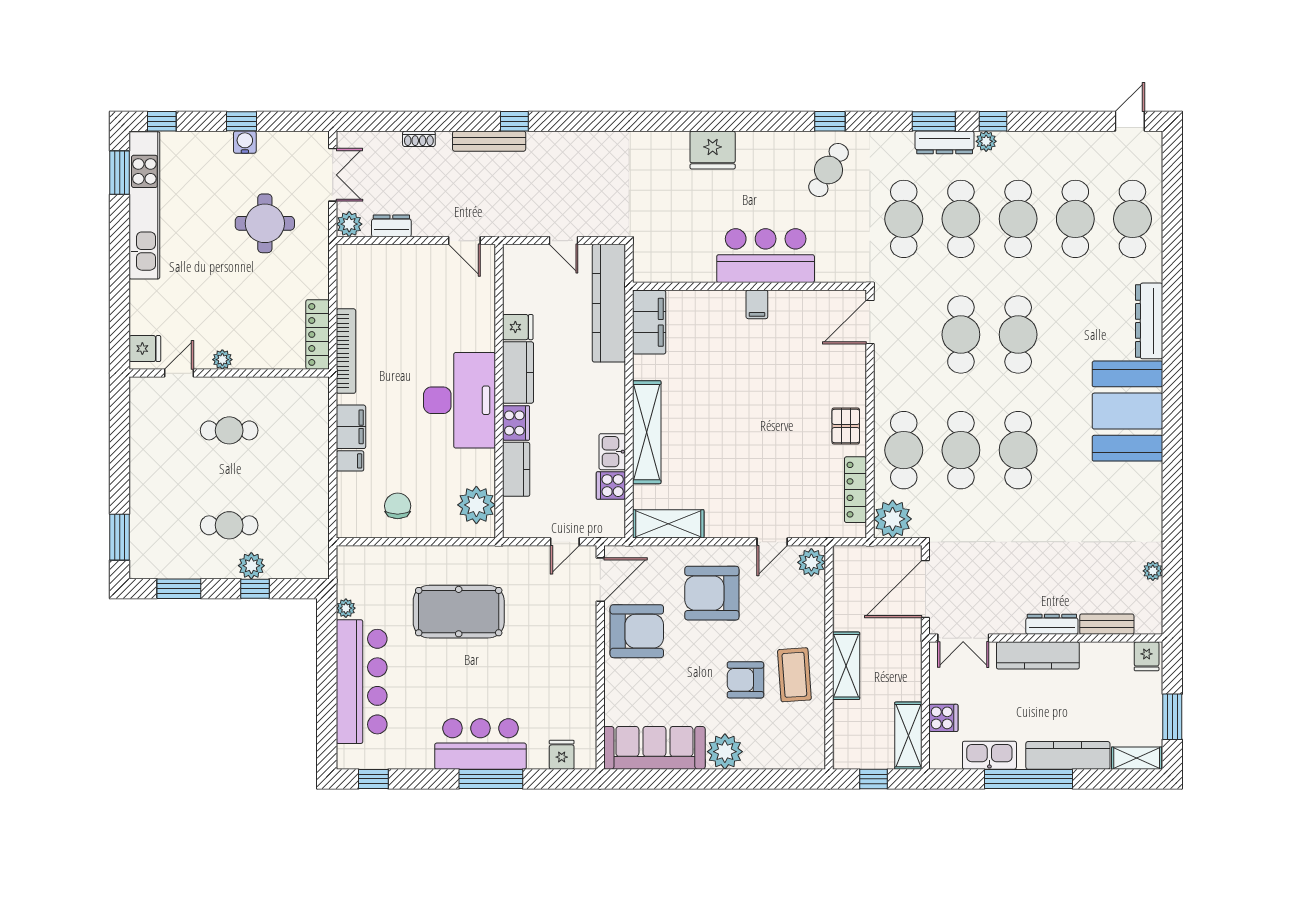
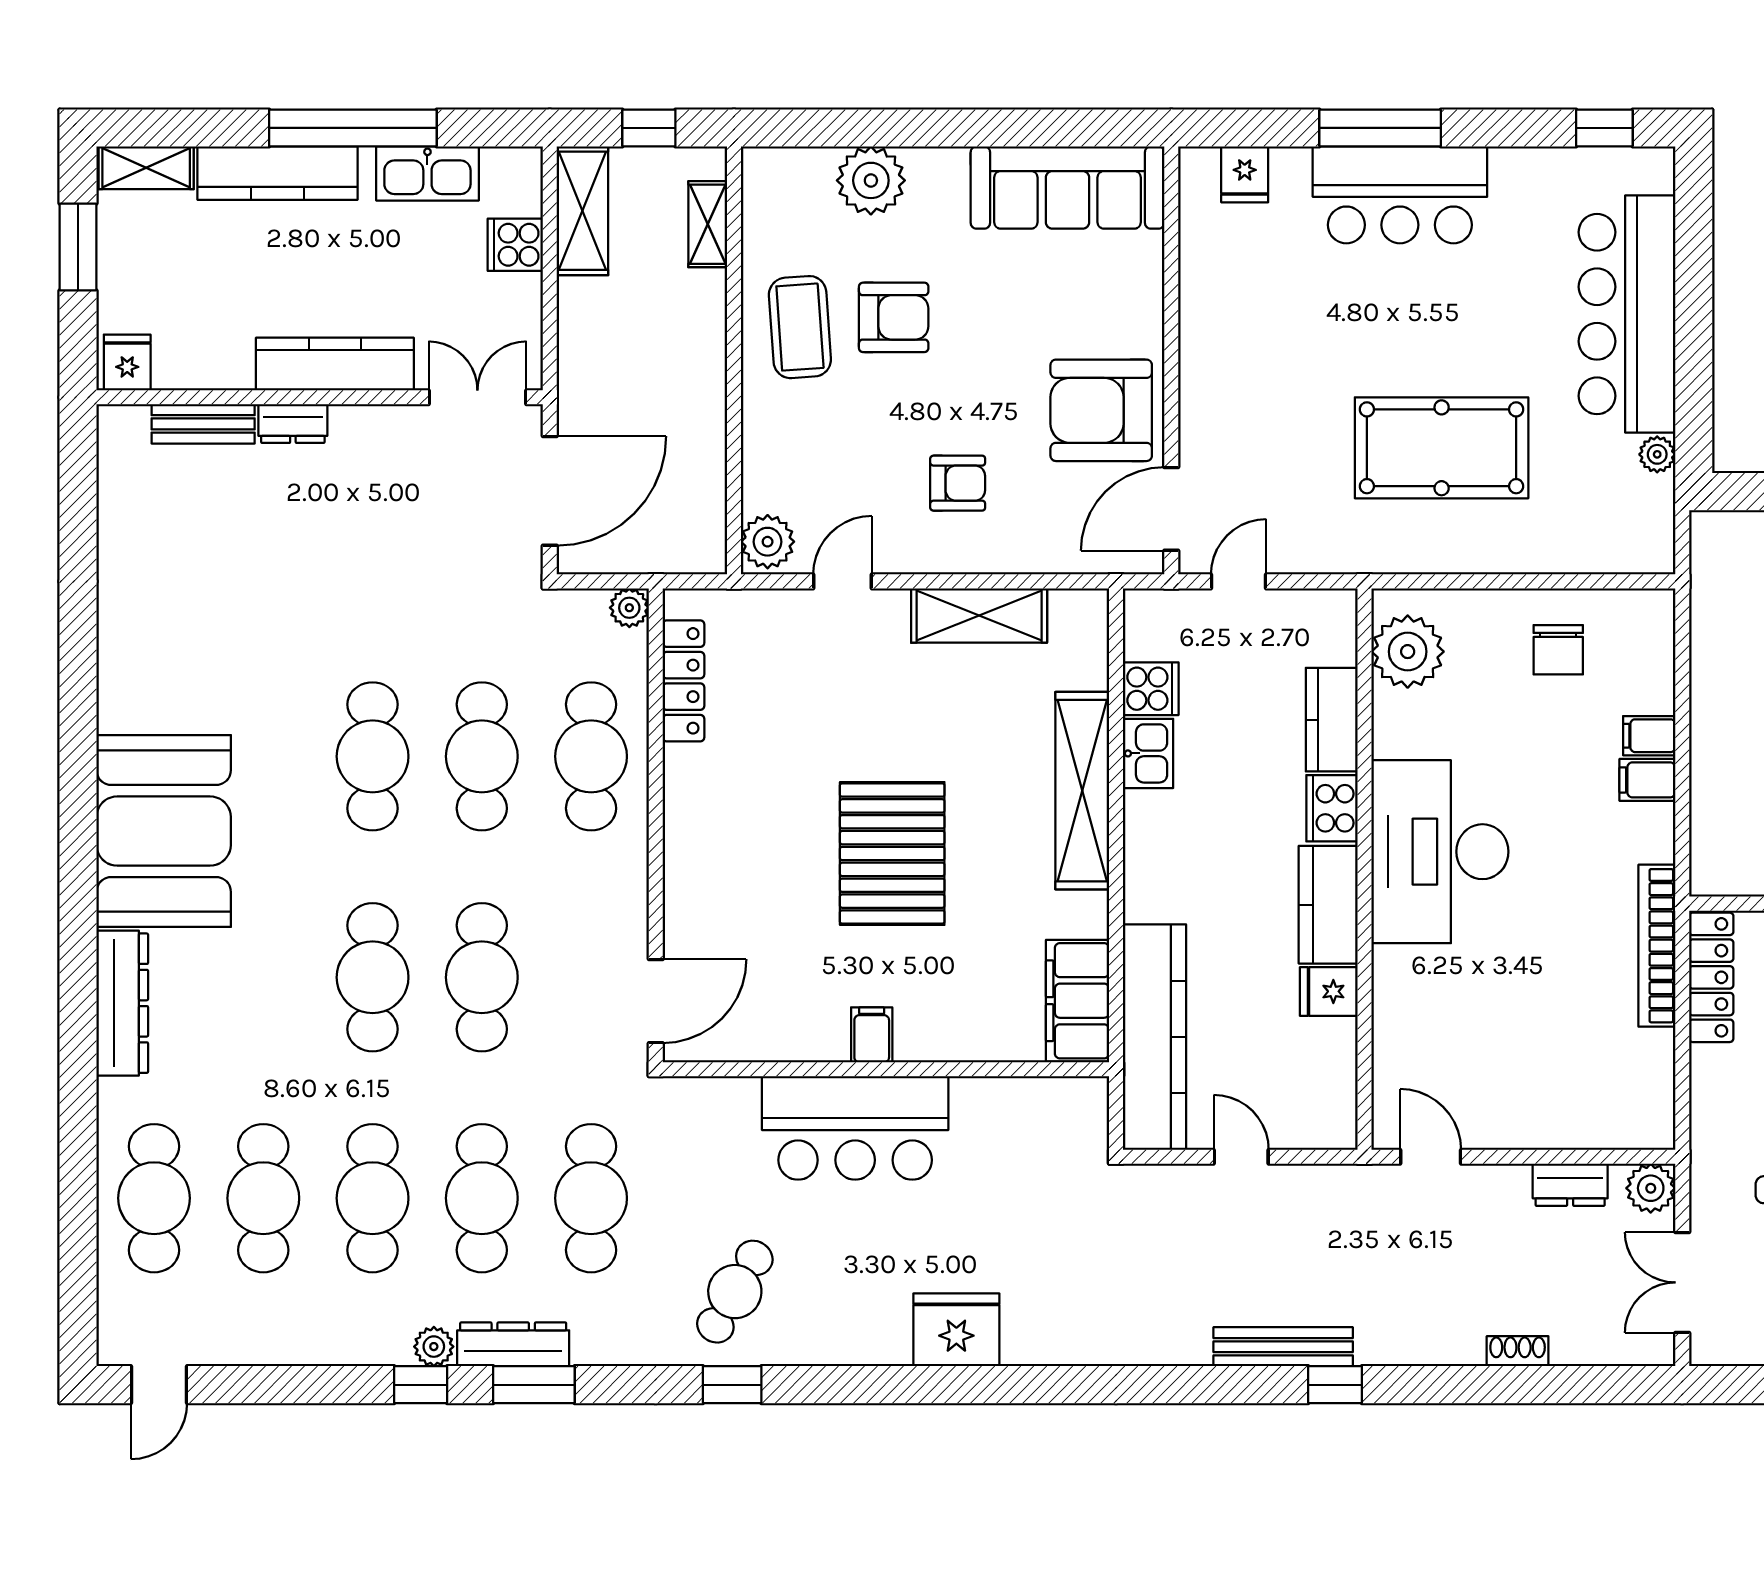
bench: (489, 141) -> (1283, 1347), moved
pallet: (846, 426) -> (892, 853), moved, width x2.05, depth x2.00
filing cabinet: (351, 427) -> (1647, 780), width x0.50
plant: (893, 519) -> (629, 608), width x0.53, depth x0.53
shelving: (668, 524) -> (979, 615), moved
plant: (1153, 571) -> (115, 526), removed
armchair: (712, 593) -> (958, 483), width x0.53, depth x0.53
dresser: (1052, 624) -> (293, 424), width x0.70
shelving: (846, 666) -> (708, 224), moved, width x0.67, depth x0.75
plant: (725, 752) -> (871, 180), moved

